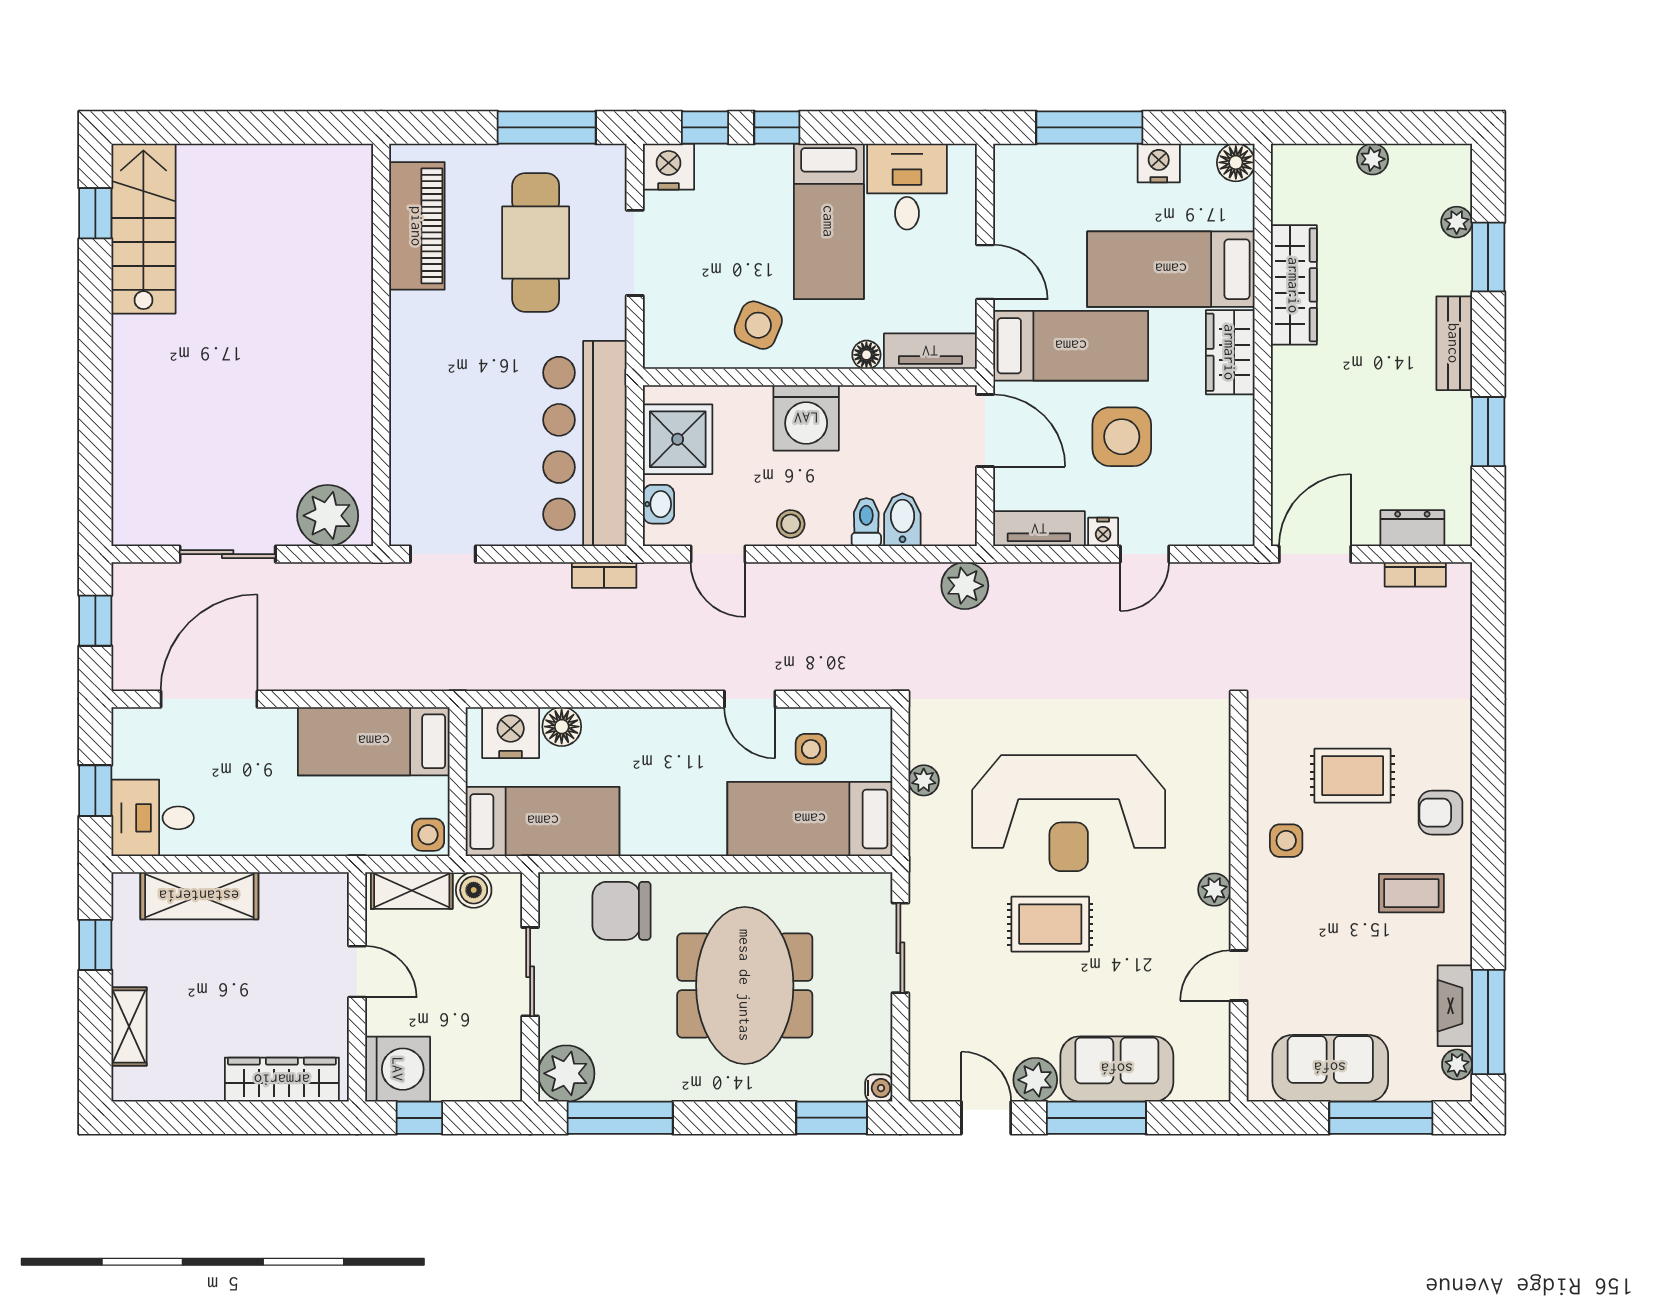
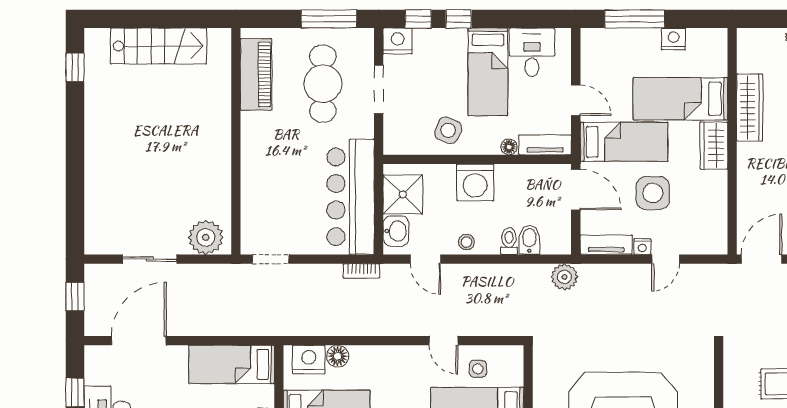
floor lamp: (1236, 162) -> (717, 39), removed
stairs: (143, 229) -> (159, 46), moved, turned 90
washbasin: (658, 504) -> (396, 231), width x1.38, depth x1.45
plant: (924, 780) -> (541, 386), removed

